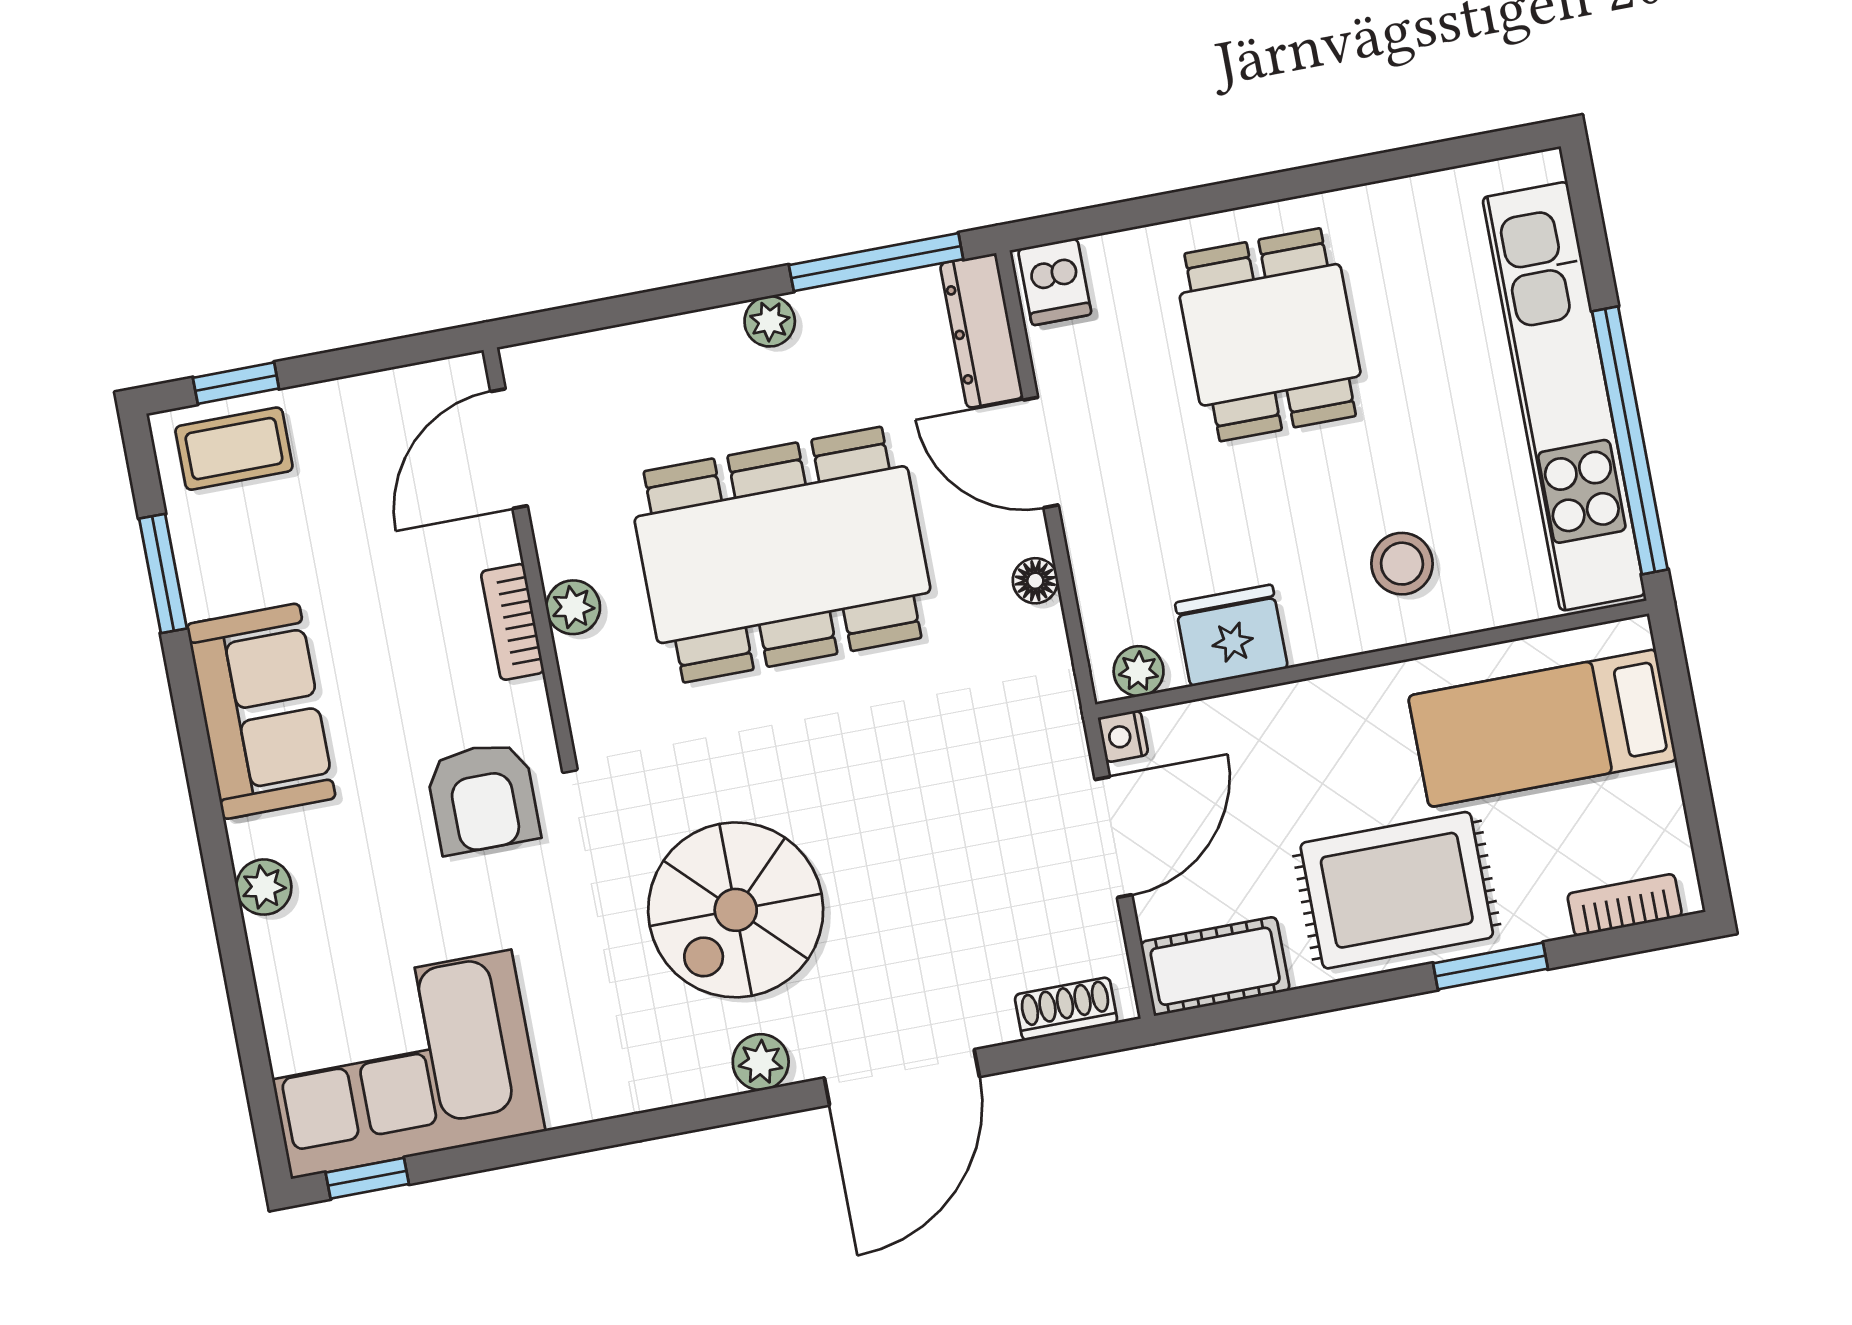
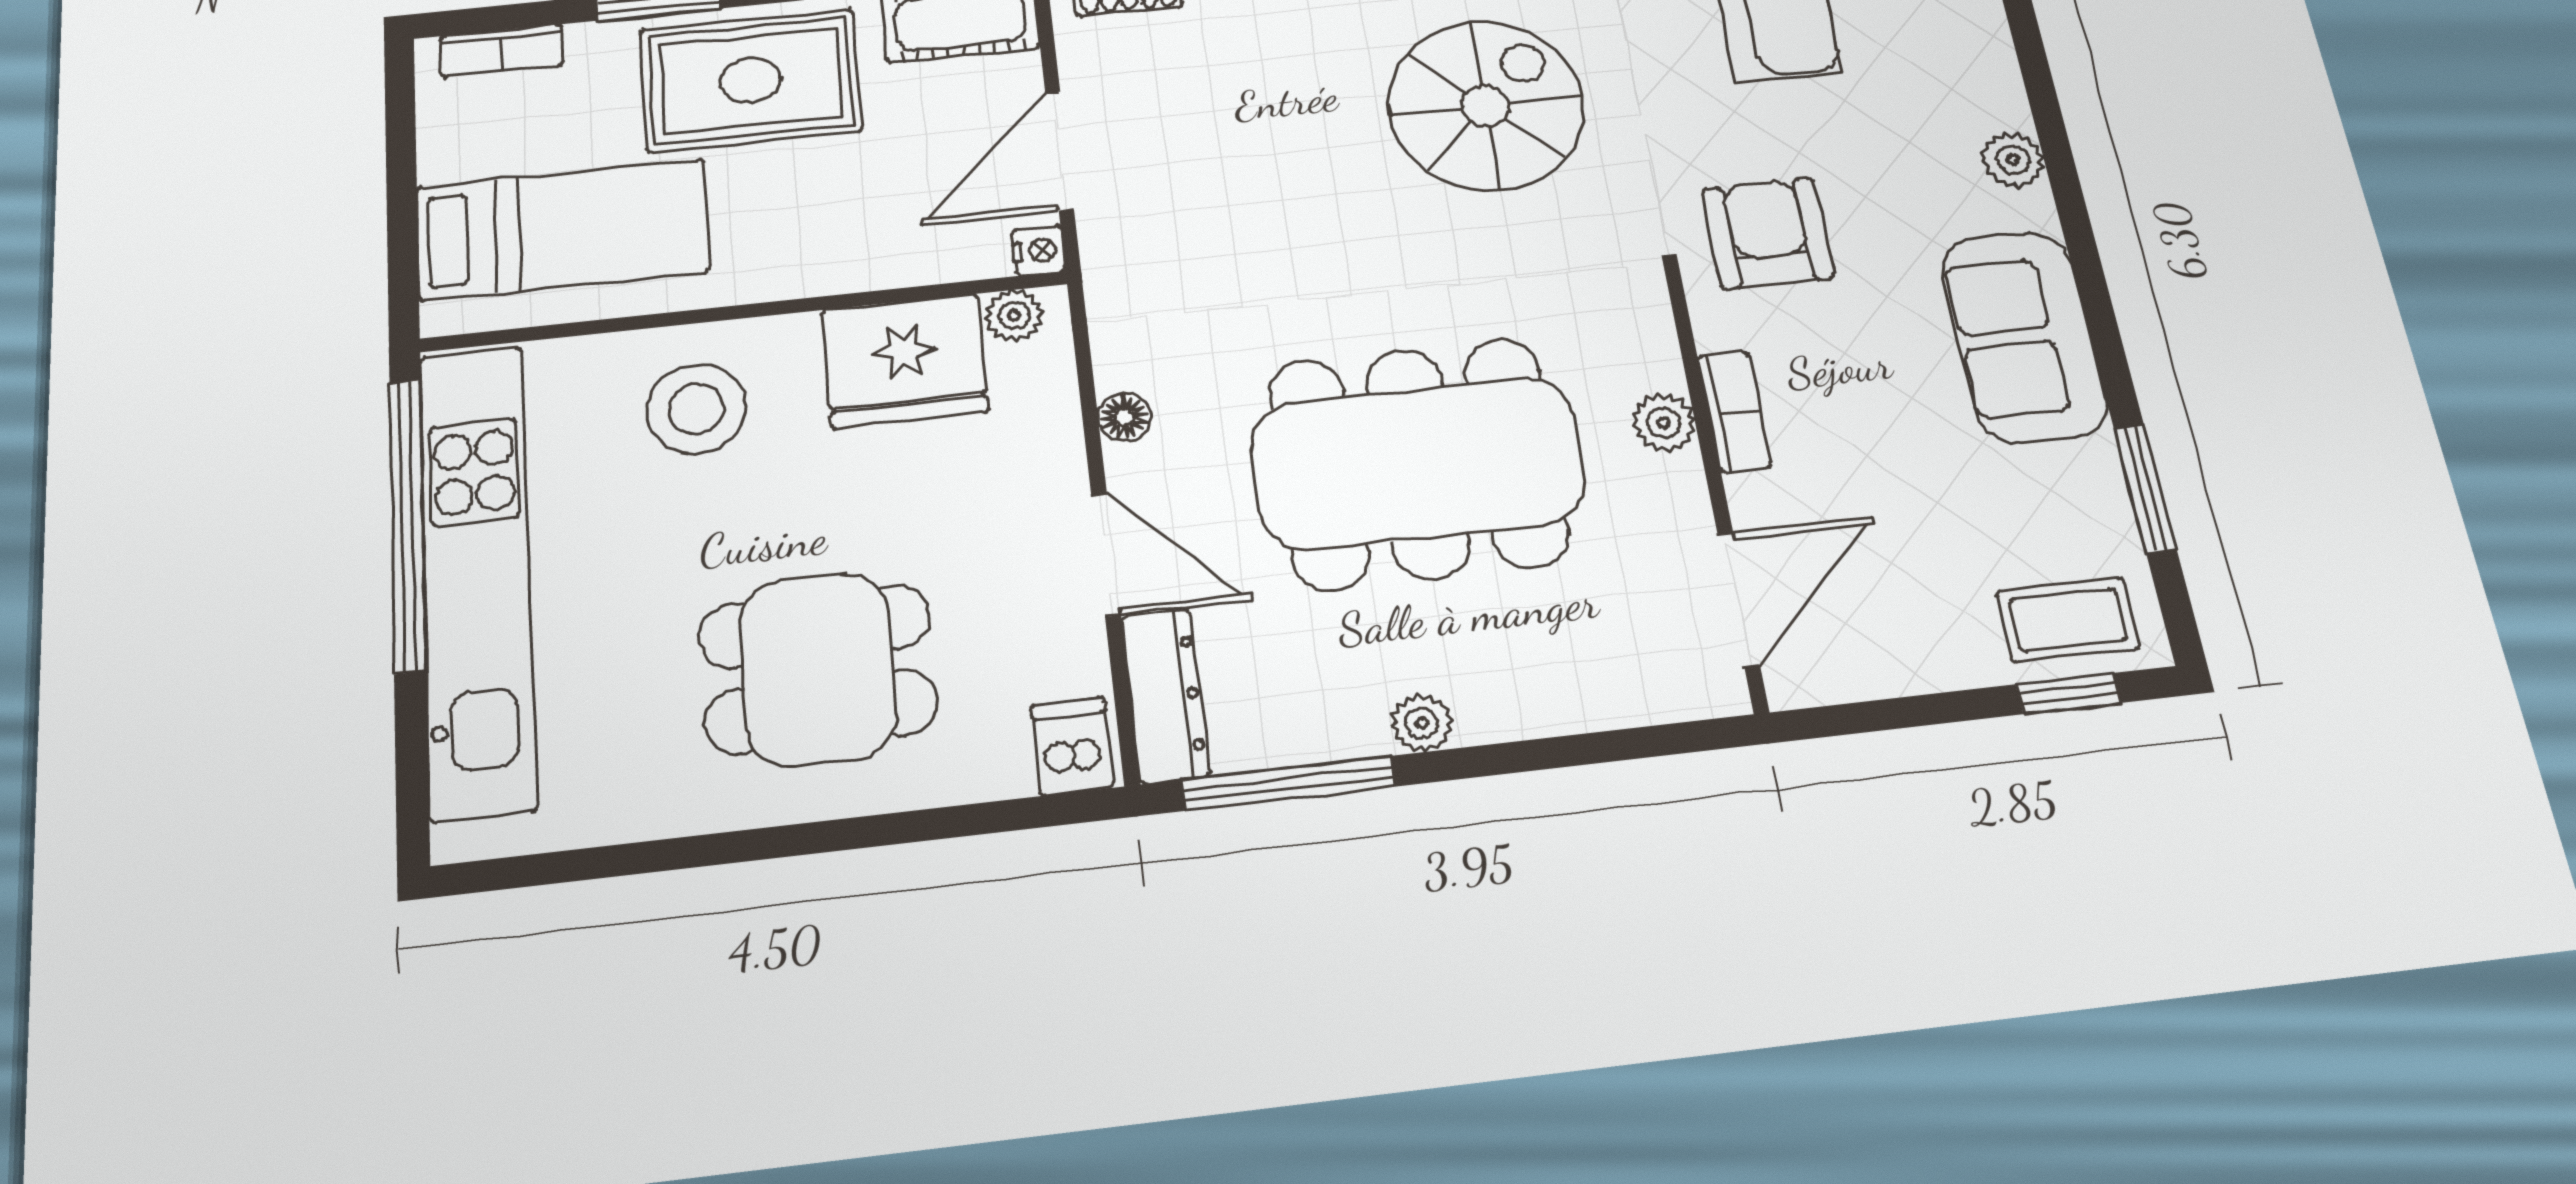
dining table: (1270, 335) -> (818, 669), turned 90
stool: (1402, 564) -> (696, 409), width x1.38, depth x1.38
fridge: (1231, 635) -> (905, 361), width x1.36, depth x1.34

